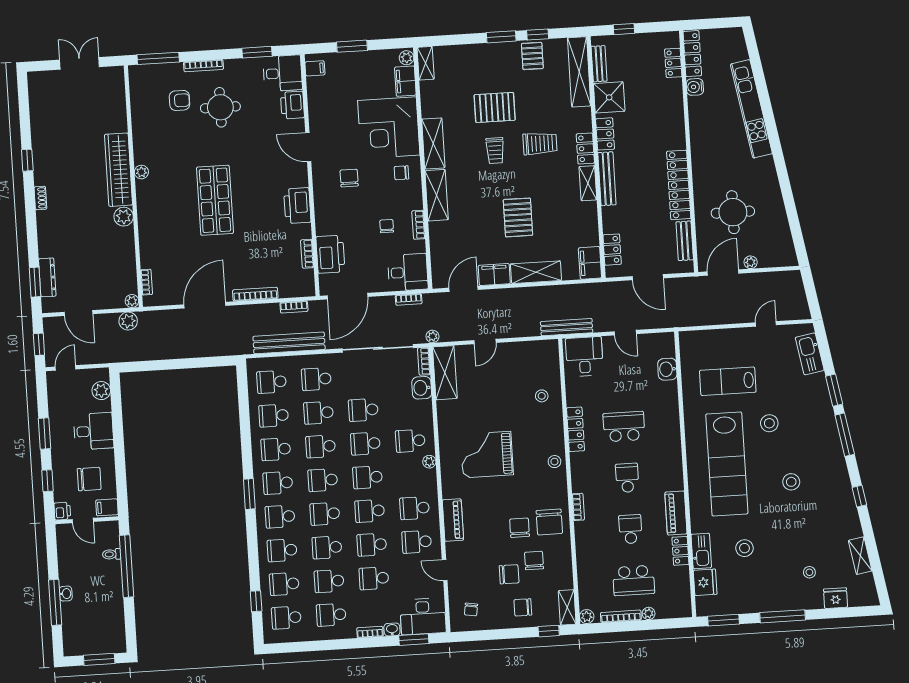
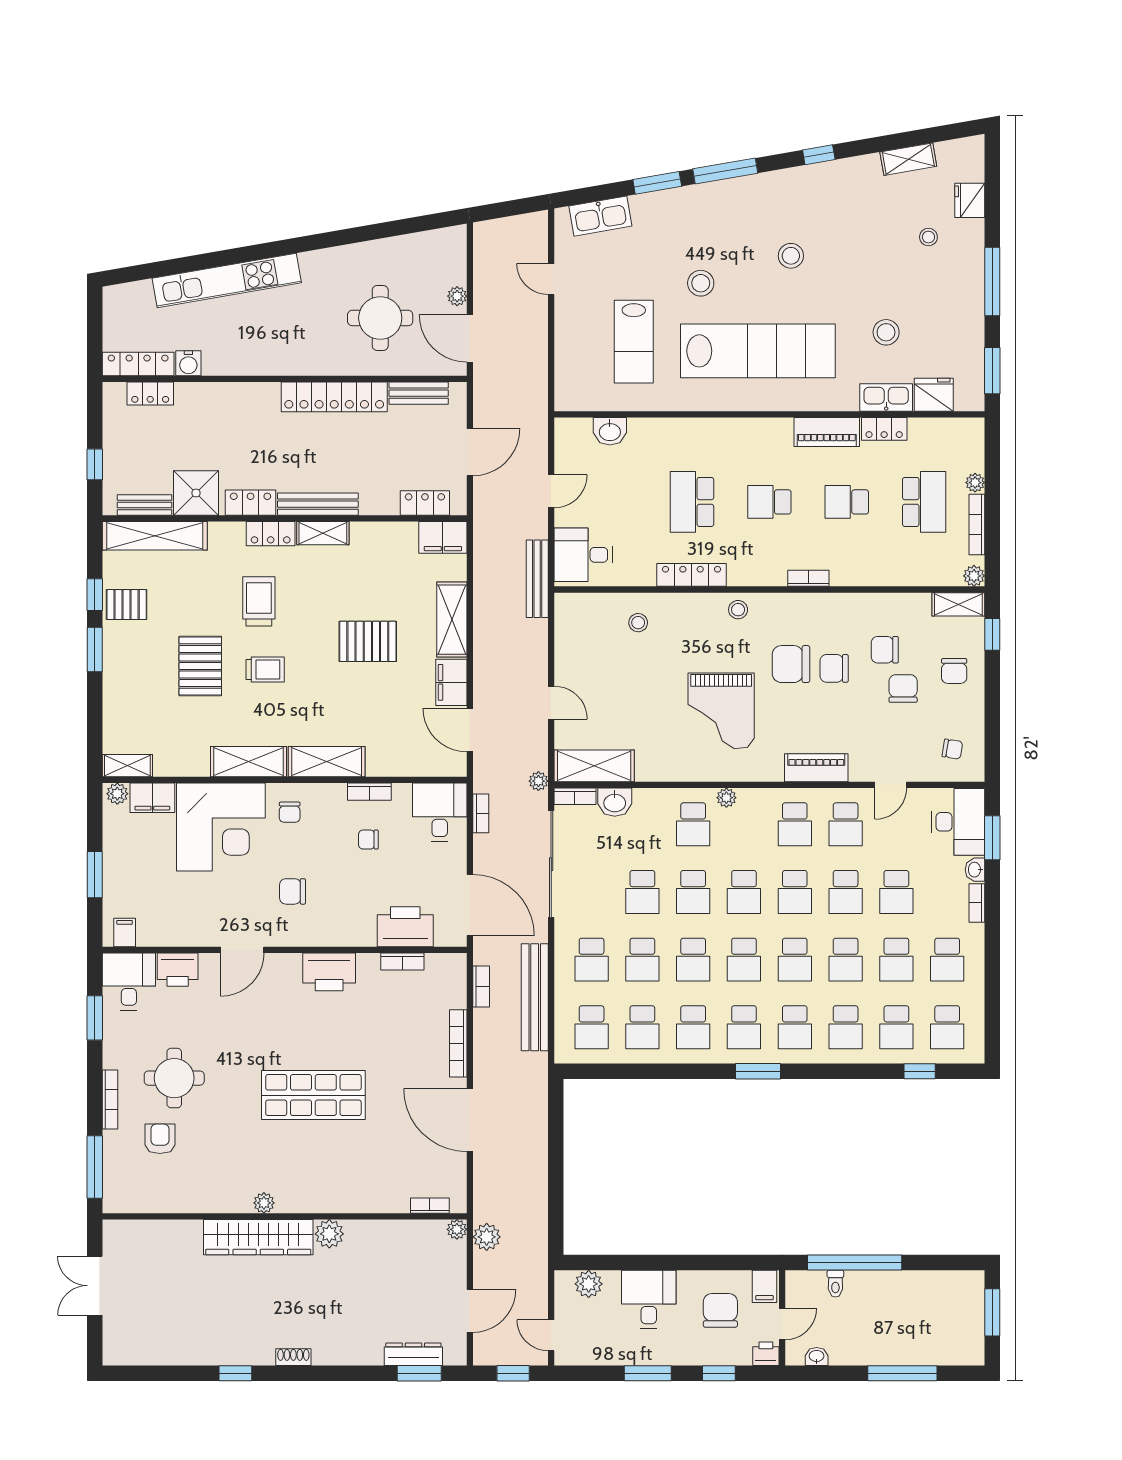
chair: (549, 522) -> (791, 664), moved, turned 180
washbasin: (66, 594) -> (817, 1356), moved

